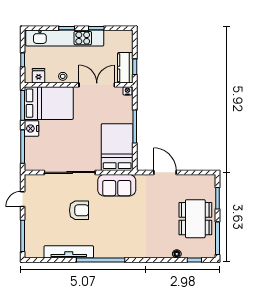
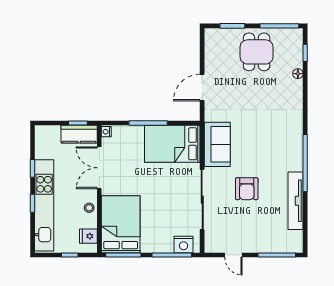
nightstand: (32, 128) -> (184, 244), moved
armchair: (79, 210) -> (247, 189), turned 180
dining table: (195, 219) -> (257, 52), width x0.73

